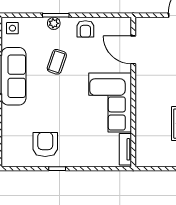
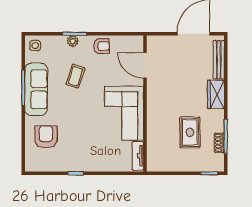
armchair: (85, 29) -> (101, 46), turned -90
armchair: (45, 144) -> (46, 137), moved

